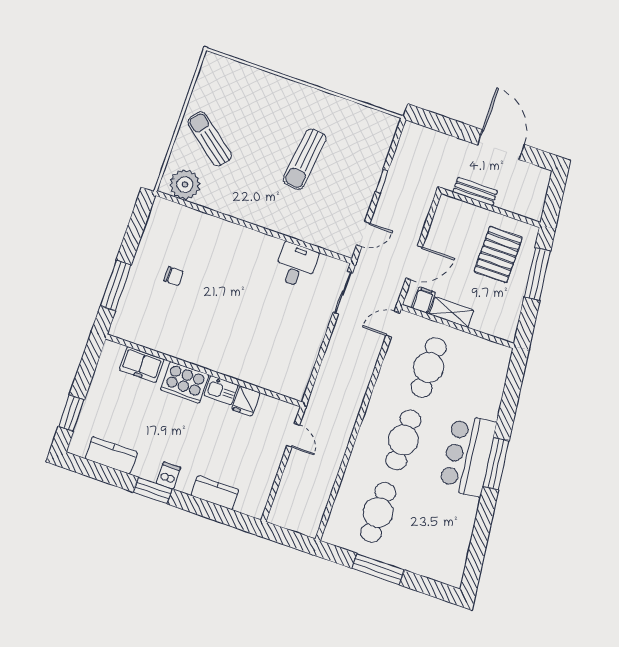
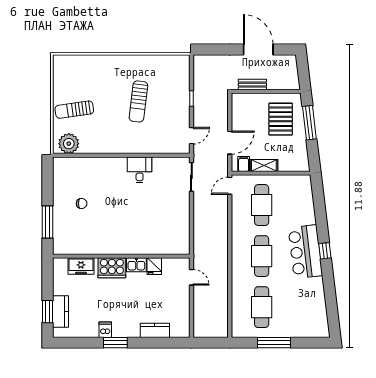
sun lounger: (210, 139) -> (74, 110), turned -46
desk: (296, 265) -> (140, 170), moved
kitchen counter: (111, 455) -> (61, 311), moved, turned 90
window: (496, 464) -> (325, 251), width x0.46
dishwasher: (168, 476) -> (105, 330), moved

